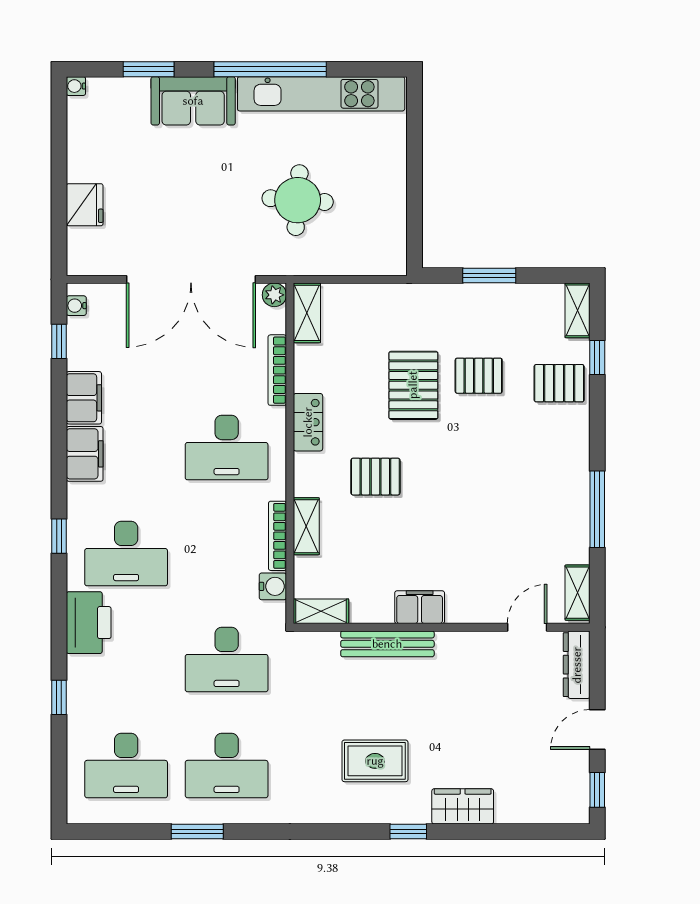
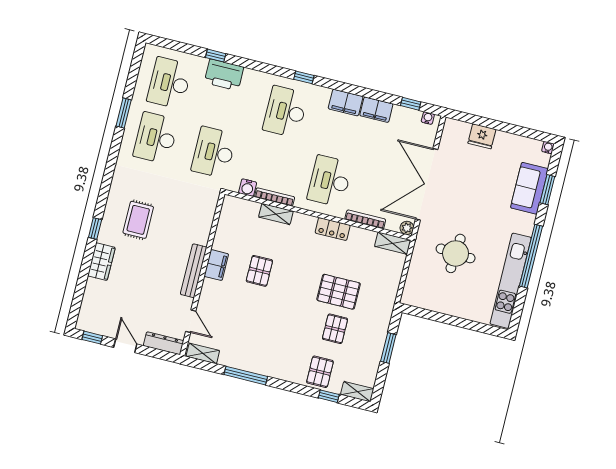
sofa: (193, 101) -> (529, 188), moved
pallet: (375, 477) -> (259, 271), moved
shelving: (321, 611) -> (227, 211), removed
printer: (89, 623) -> (224, 75), moved
bench: (387, 644) -> (194, 271), moved

